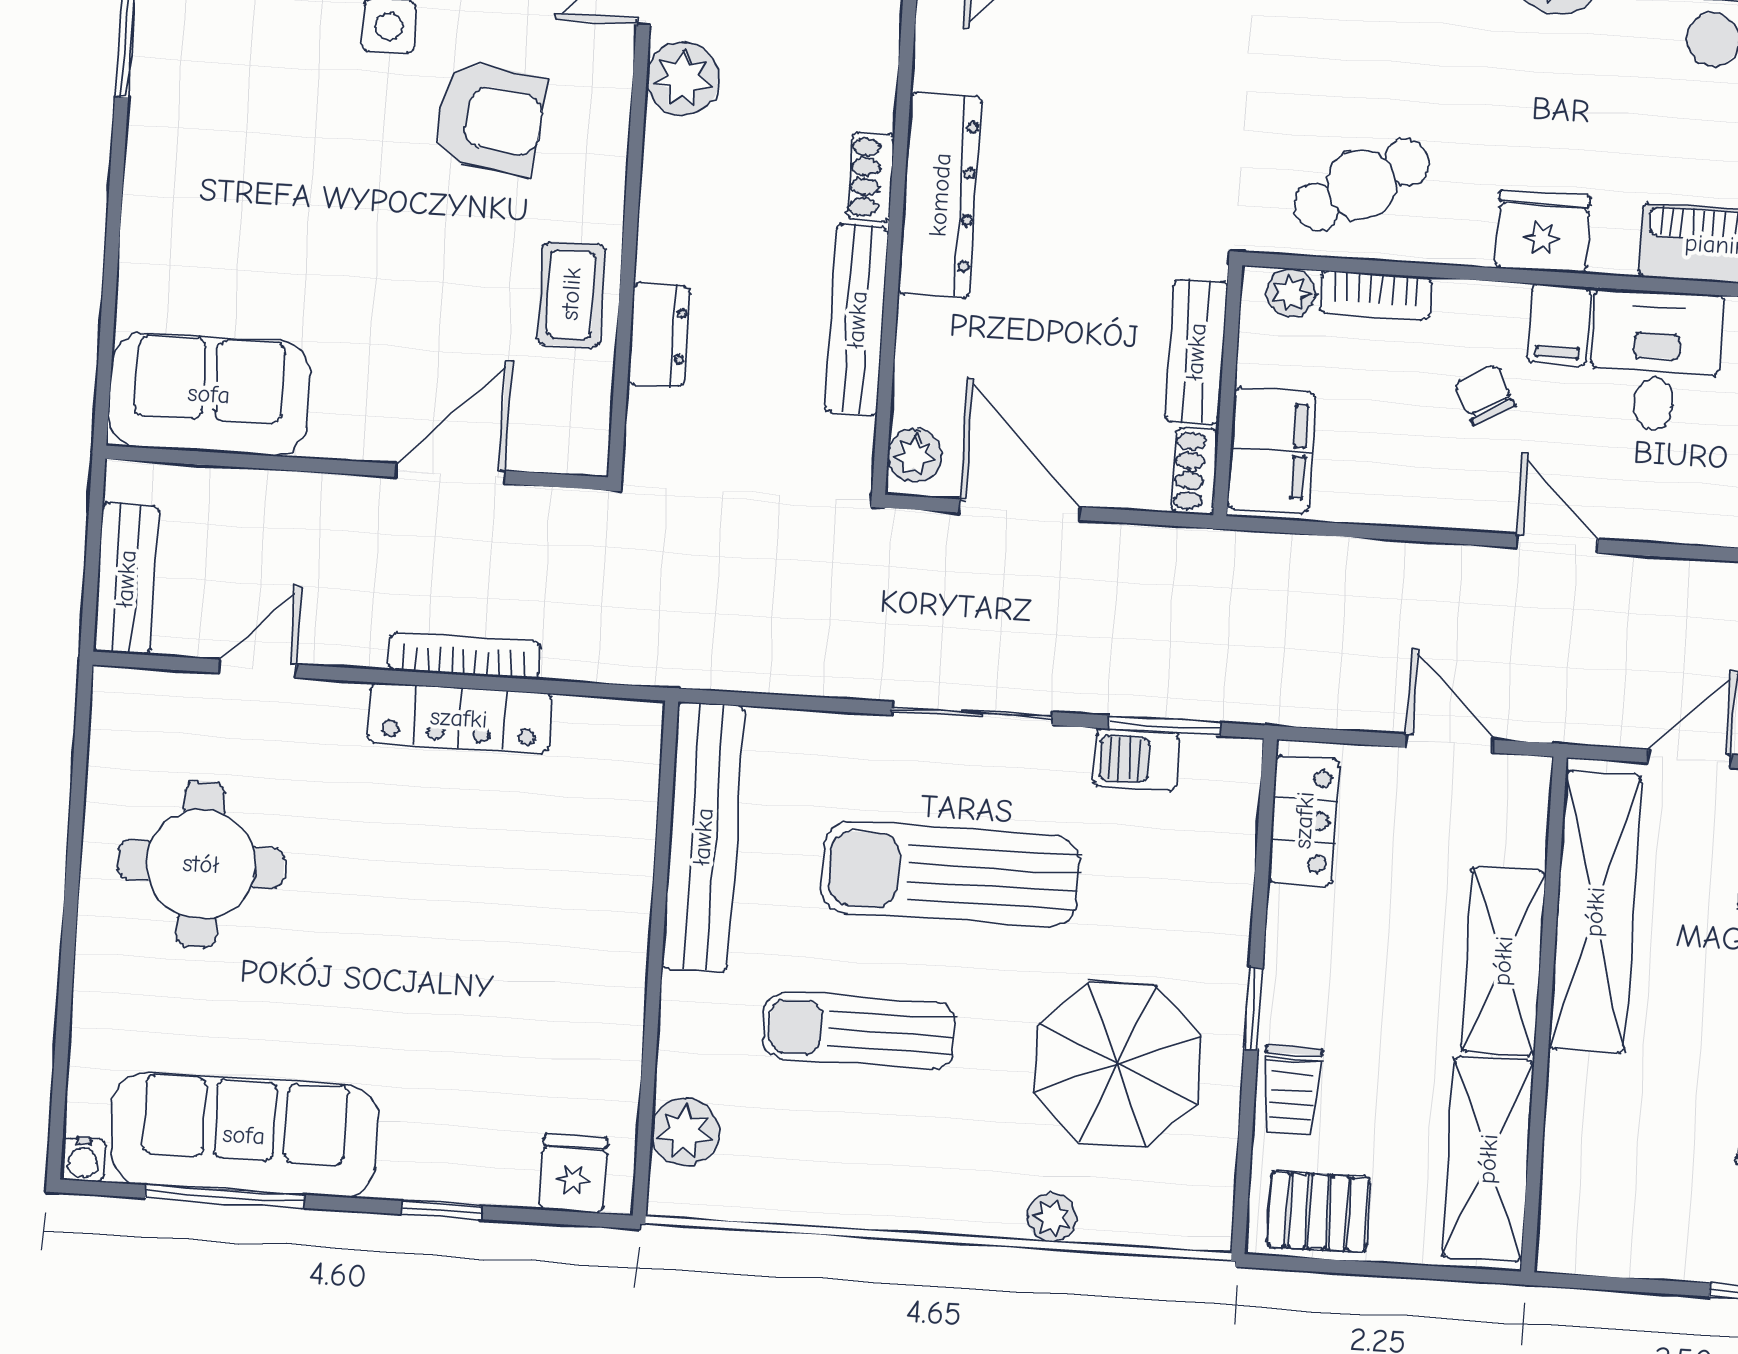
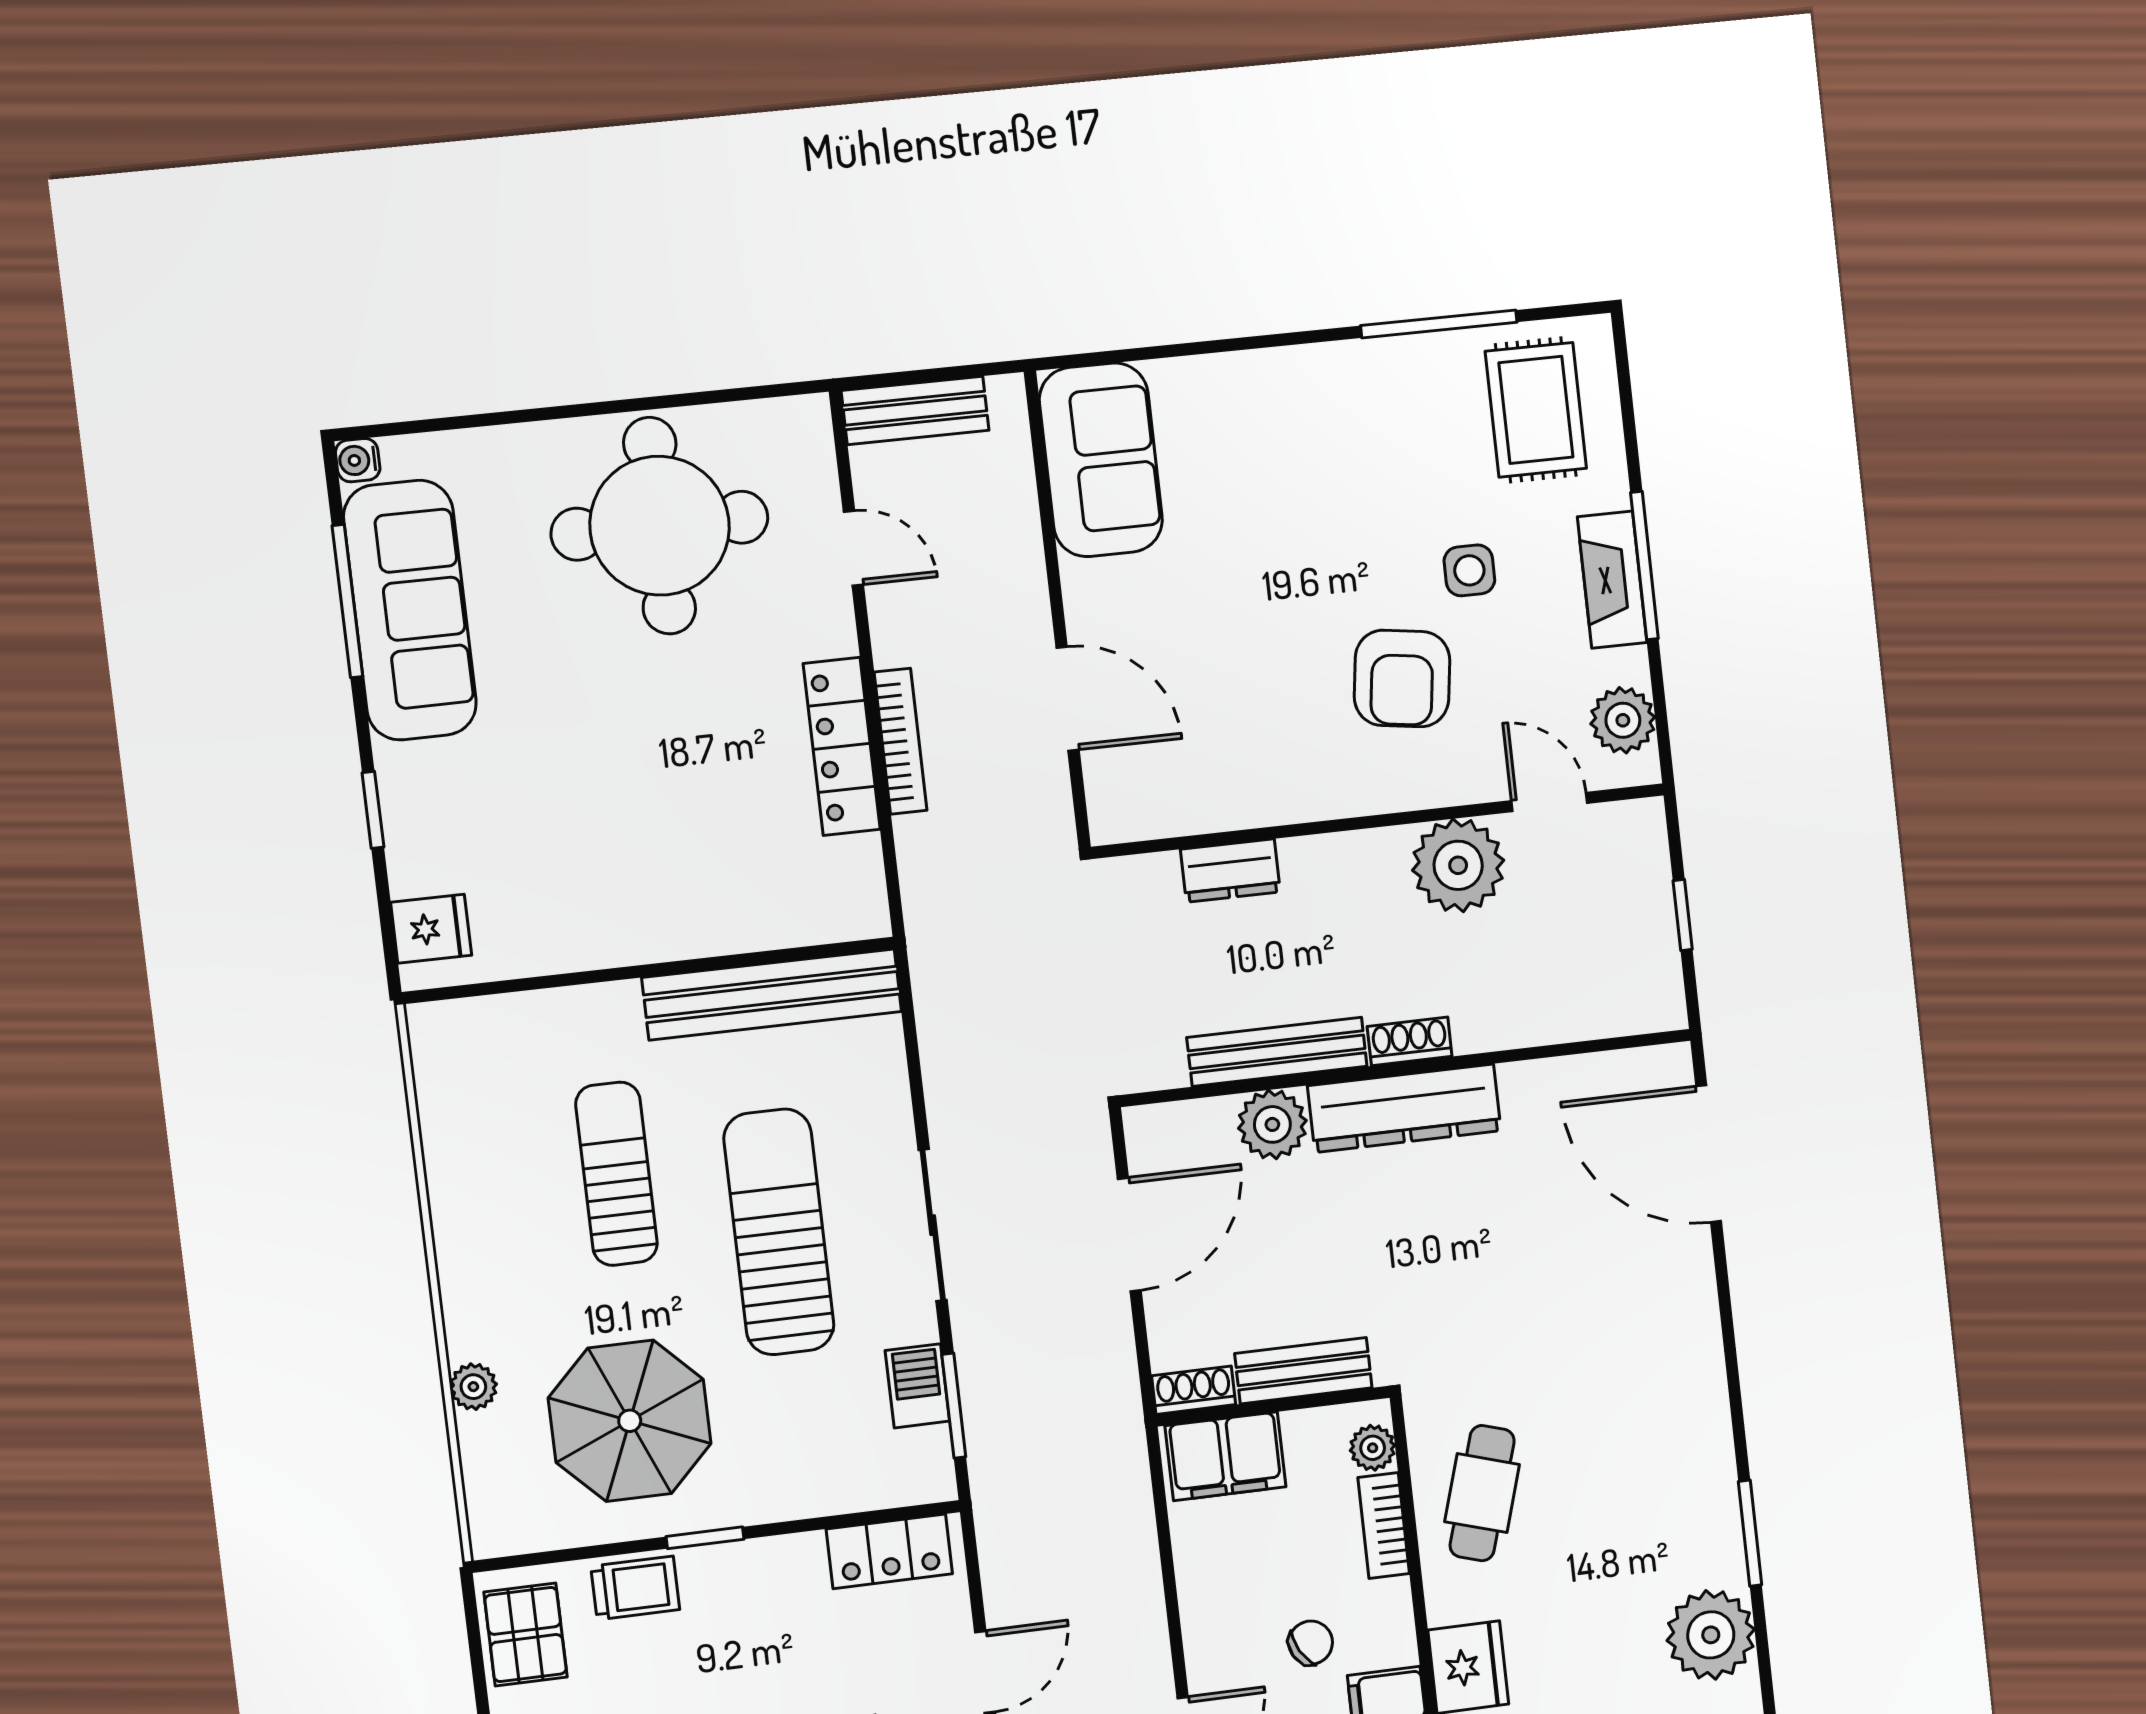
plant: (683, 79) -> (1458, 865), width x1.36, depth x1.36
cafe table: (1361, 184) -> (1482, 1493), turned 47
coffee table: (571, 294) -> (1253, 782), removed
plant: (914, 455) -> (1272, 1124), moved, width x1.38, depth x1.38
round table: (201, 864) -> (660, 526), width x1.36, depth x1.36
trolley: (1292, 1090) -> (635, 1588), turned 180
plant: (685, 1132) -> (490, 1027), removed

